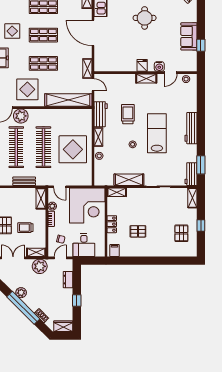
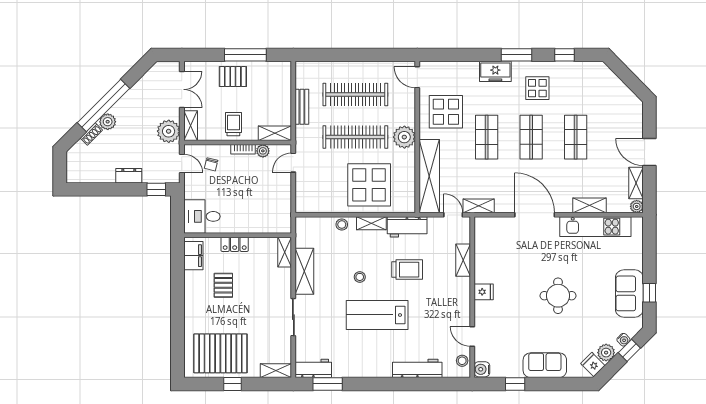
door: (93, 33) -> (535, 215), hinge flipped
sofa: (189, 36) -> (545, 365), moved
water cooler: (159, 66) -> (482, 369), moved
shelving: (146, 78) -> (463, 260), moved
door: (93, 85) -> (453, 215), swing flipped
plant: (21, 116) -> (404, 137), moved
workbench: (191, 128) -> (417, 368), moved
lab bench: (157, 133) -> (377, 315), turned 180
display table: (73, 149) -> (369, 185), moved
corner desk: (87, 205) -> (264, 206), removed
trolley: (25, 228) -> (233, 124), moved
pallet: (181, 233) -> (220, 353), width x2.05, depth x2.00
desk: (84, 245) -> (202, 216), moved
filing cabinet: (115, 251) -> (193, 256), width x2.00
dresser: (68, 280) -> (129, 176), moved
plant: (21, 293) -> (108, 122), moved
window: (77, 301) -> (156, 189), moved
wardrobe: (63, 326) -> (75, 168), removed

